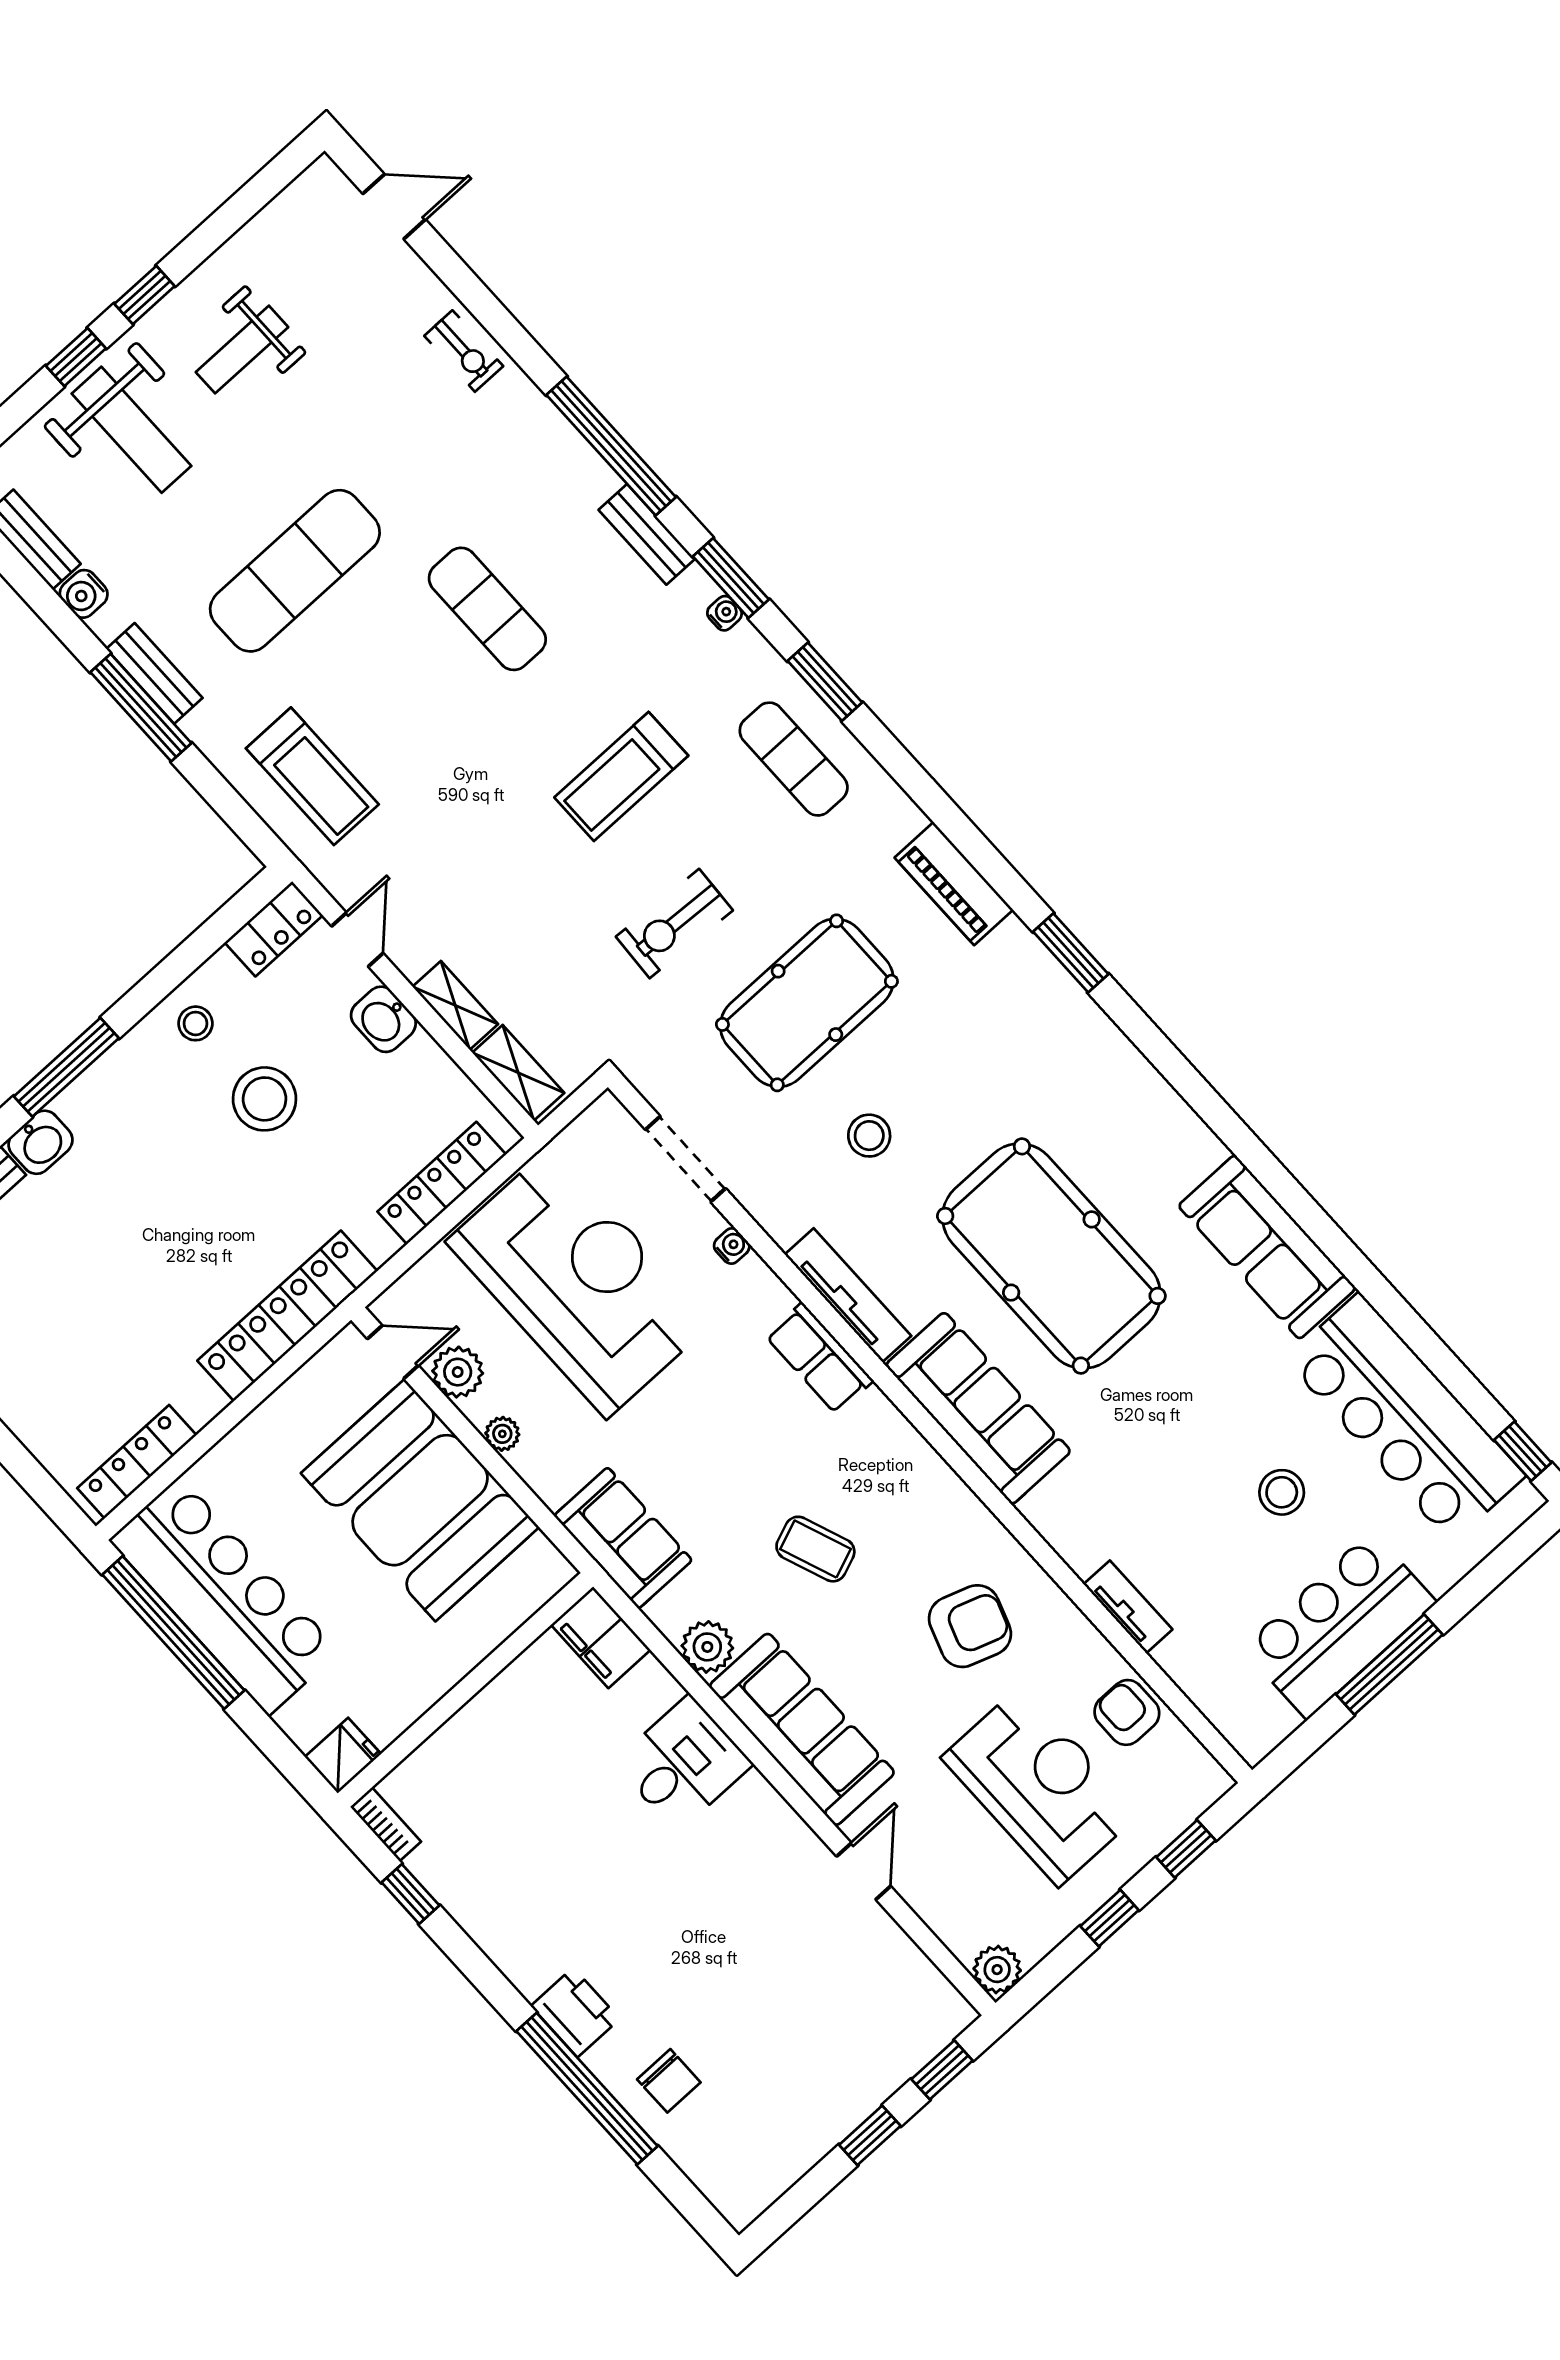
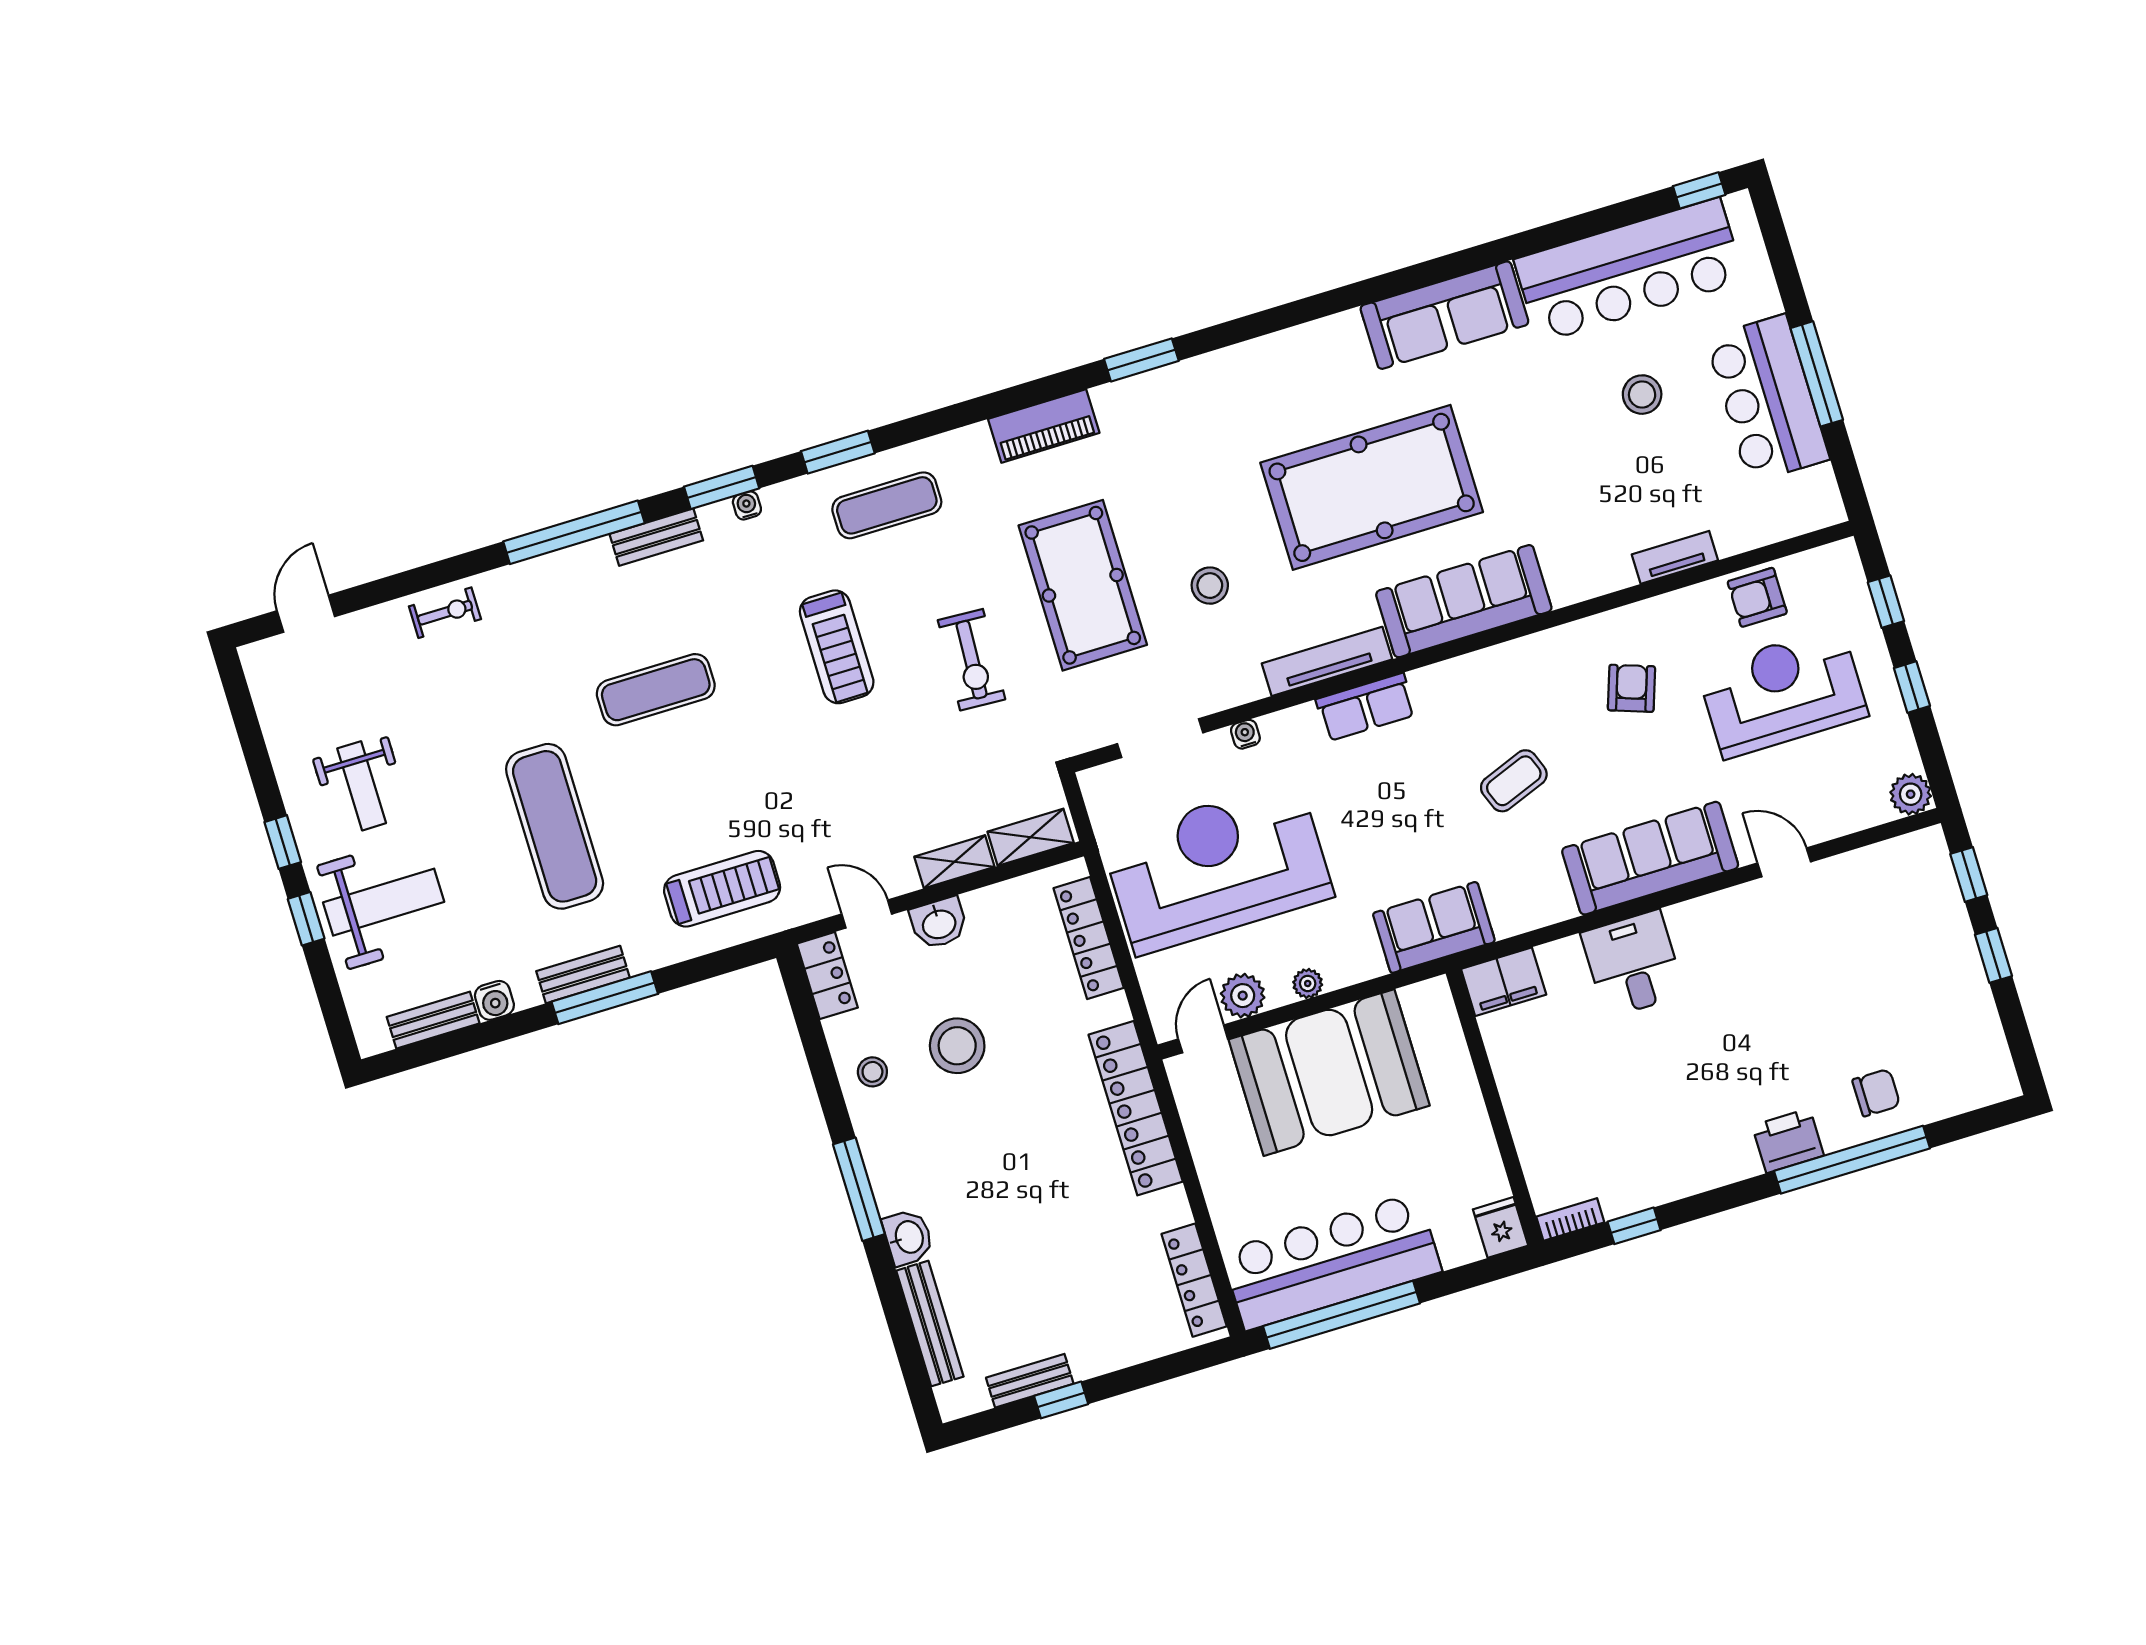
armchair: (970, 1626) -> (1631, 688), width x0.72, depth x0.72
plant: (707, 1647) -> (1550, 902), removed

